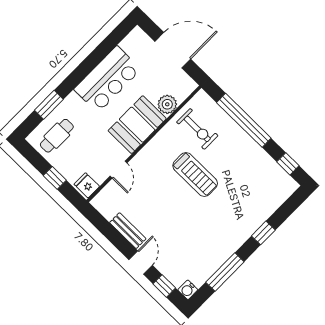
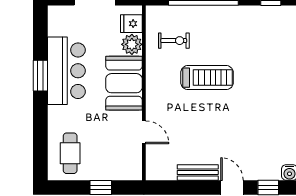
window: (49, 105) -> (40, 76), moved
exercise bike: (197, 129) -> (174, 41), width x0.73, depth x0.72
fridge: (87, 185) -> (131, 24), moved

